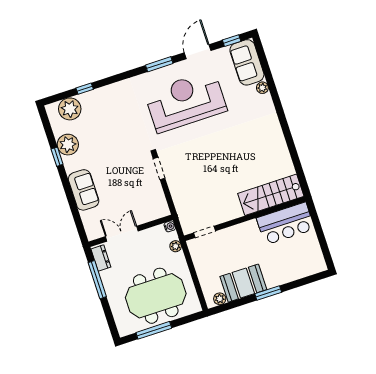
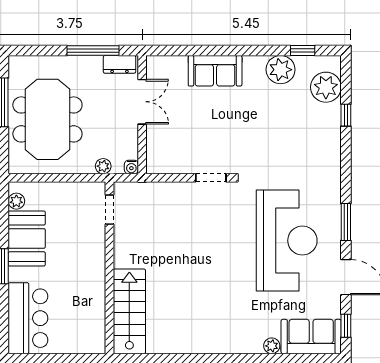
window: (57, 157) -> (303, 51), moved
bar counter: (285, 224) -> (28, 318), moved, turned 180

